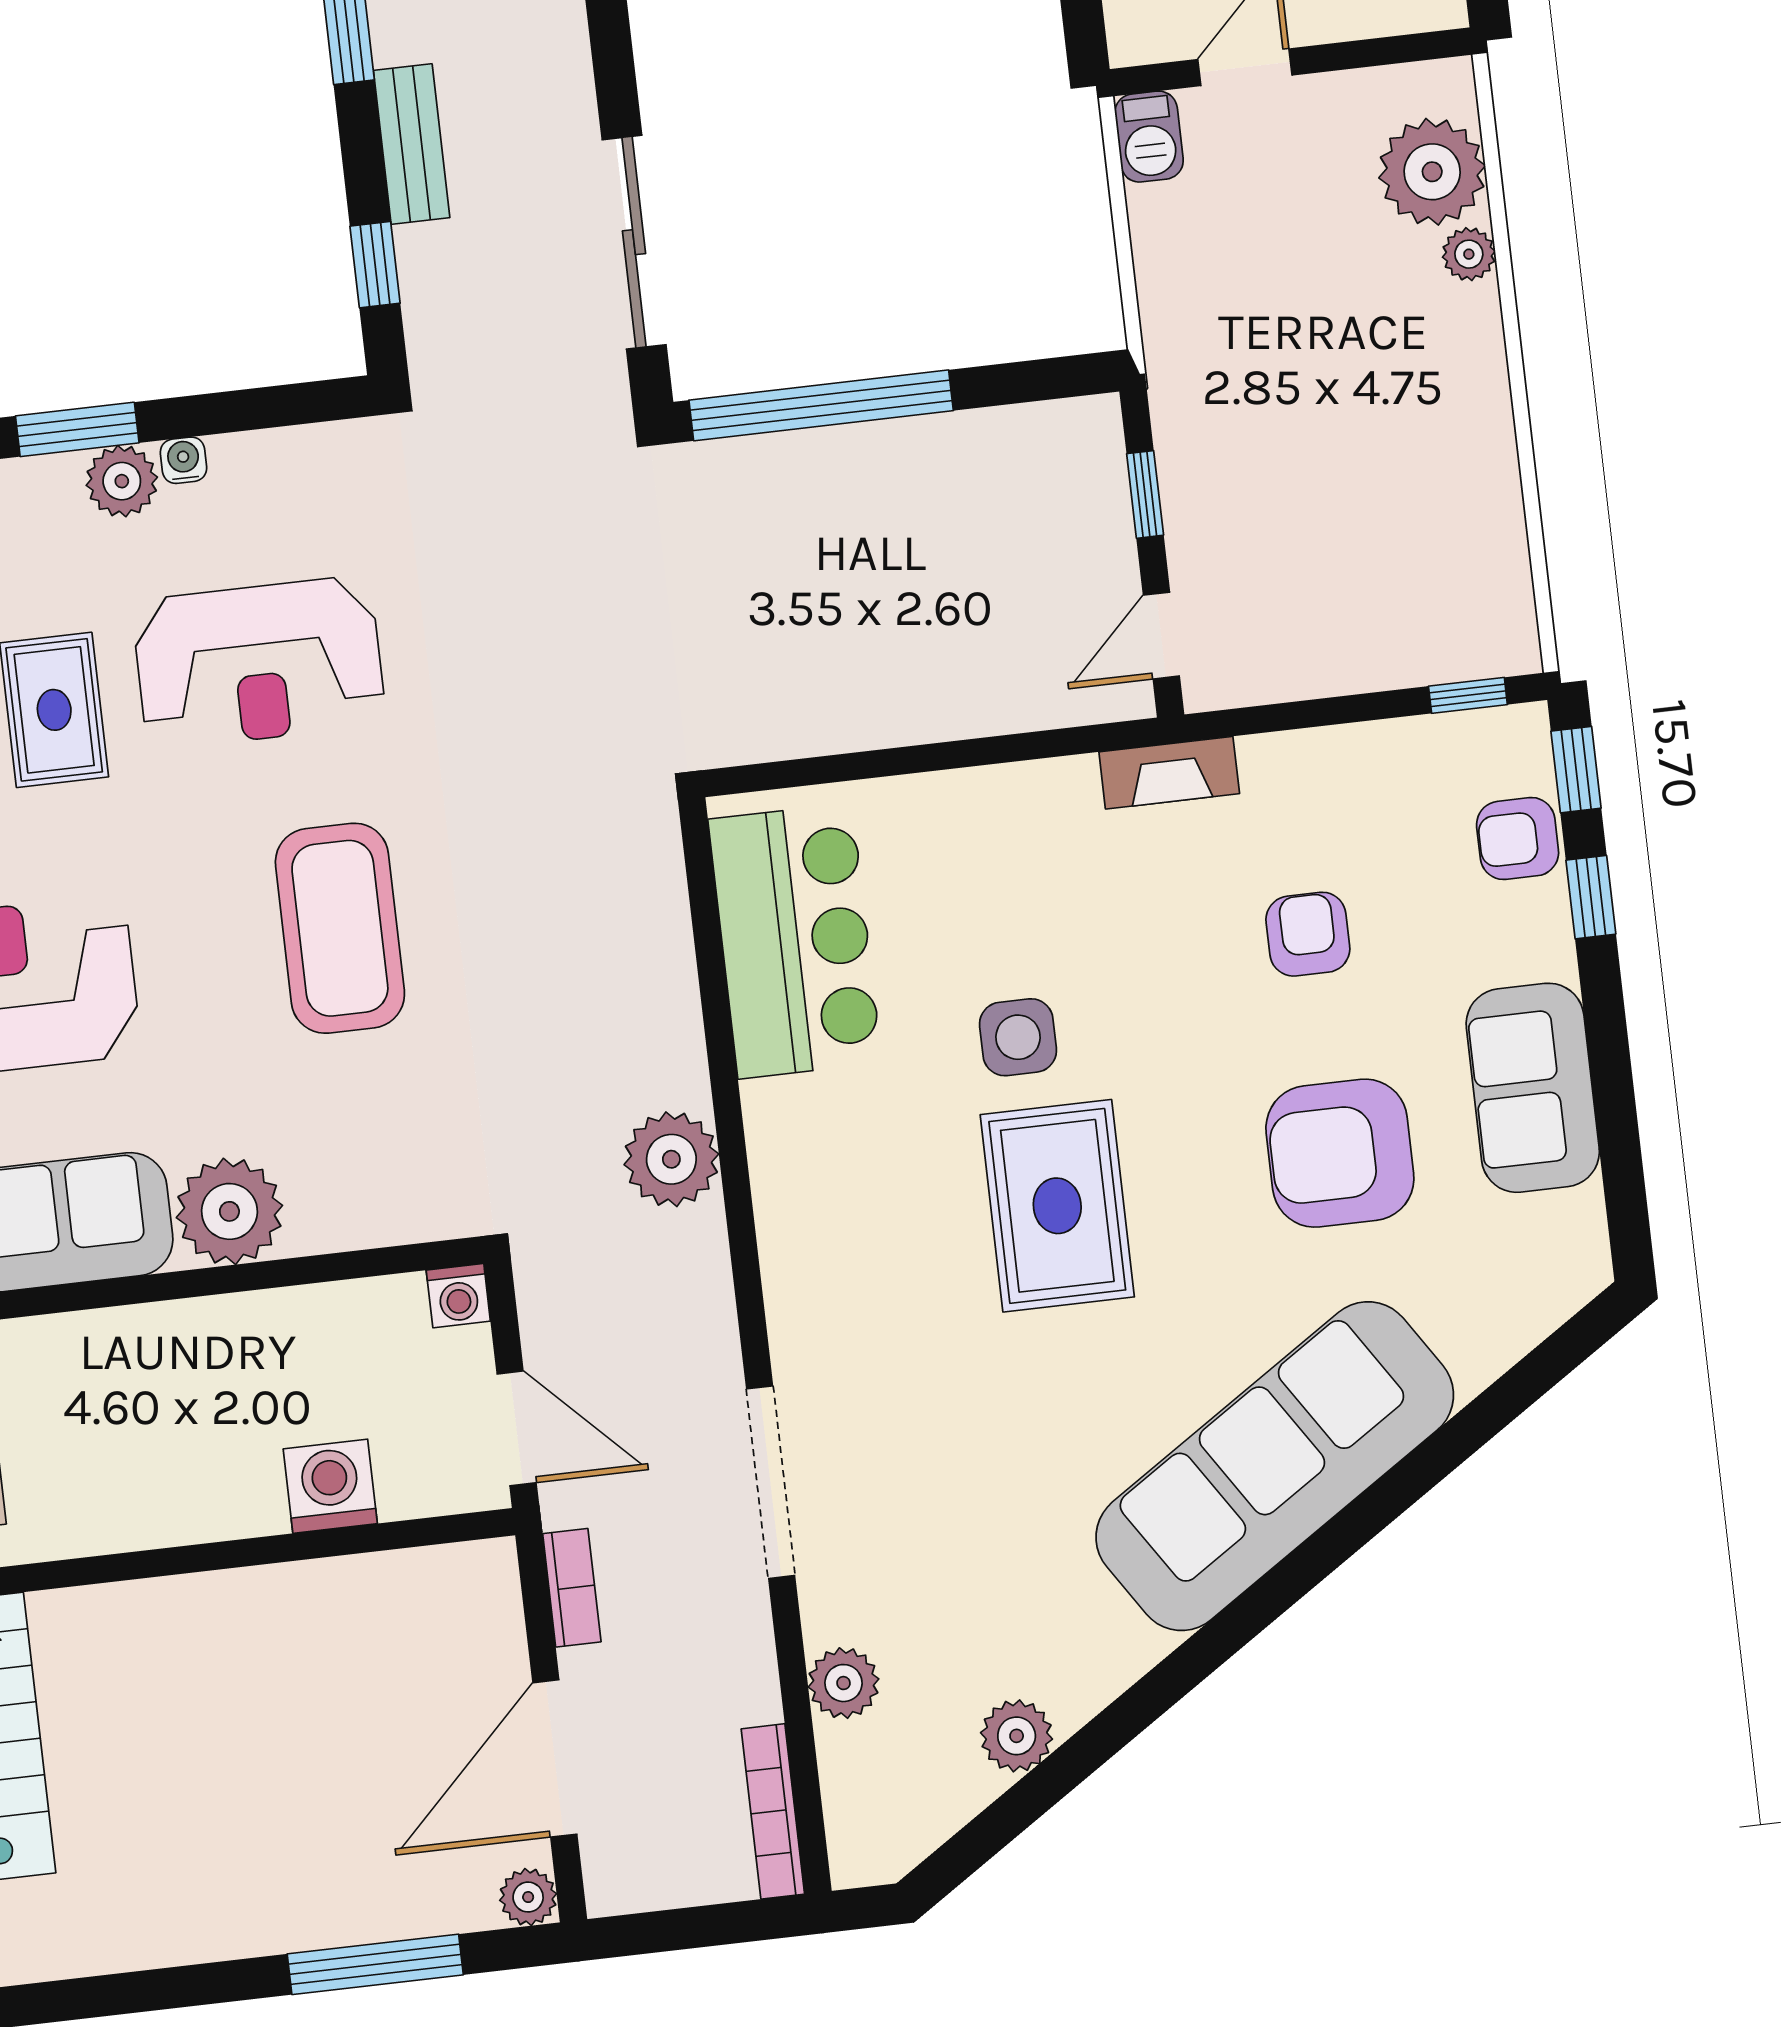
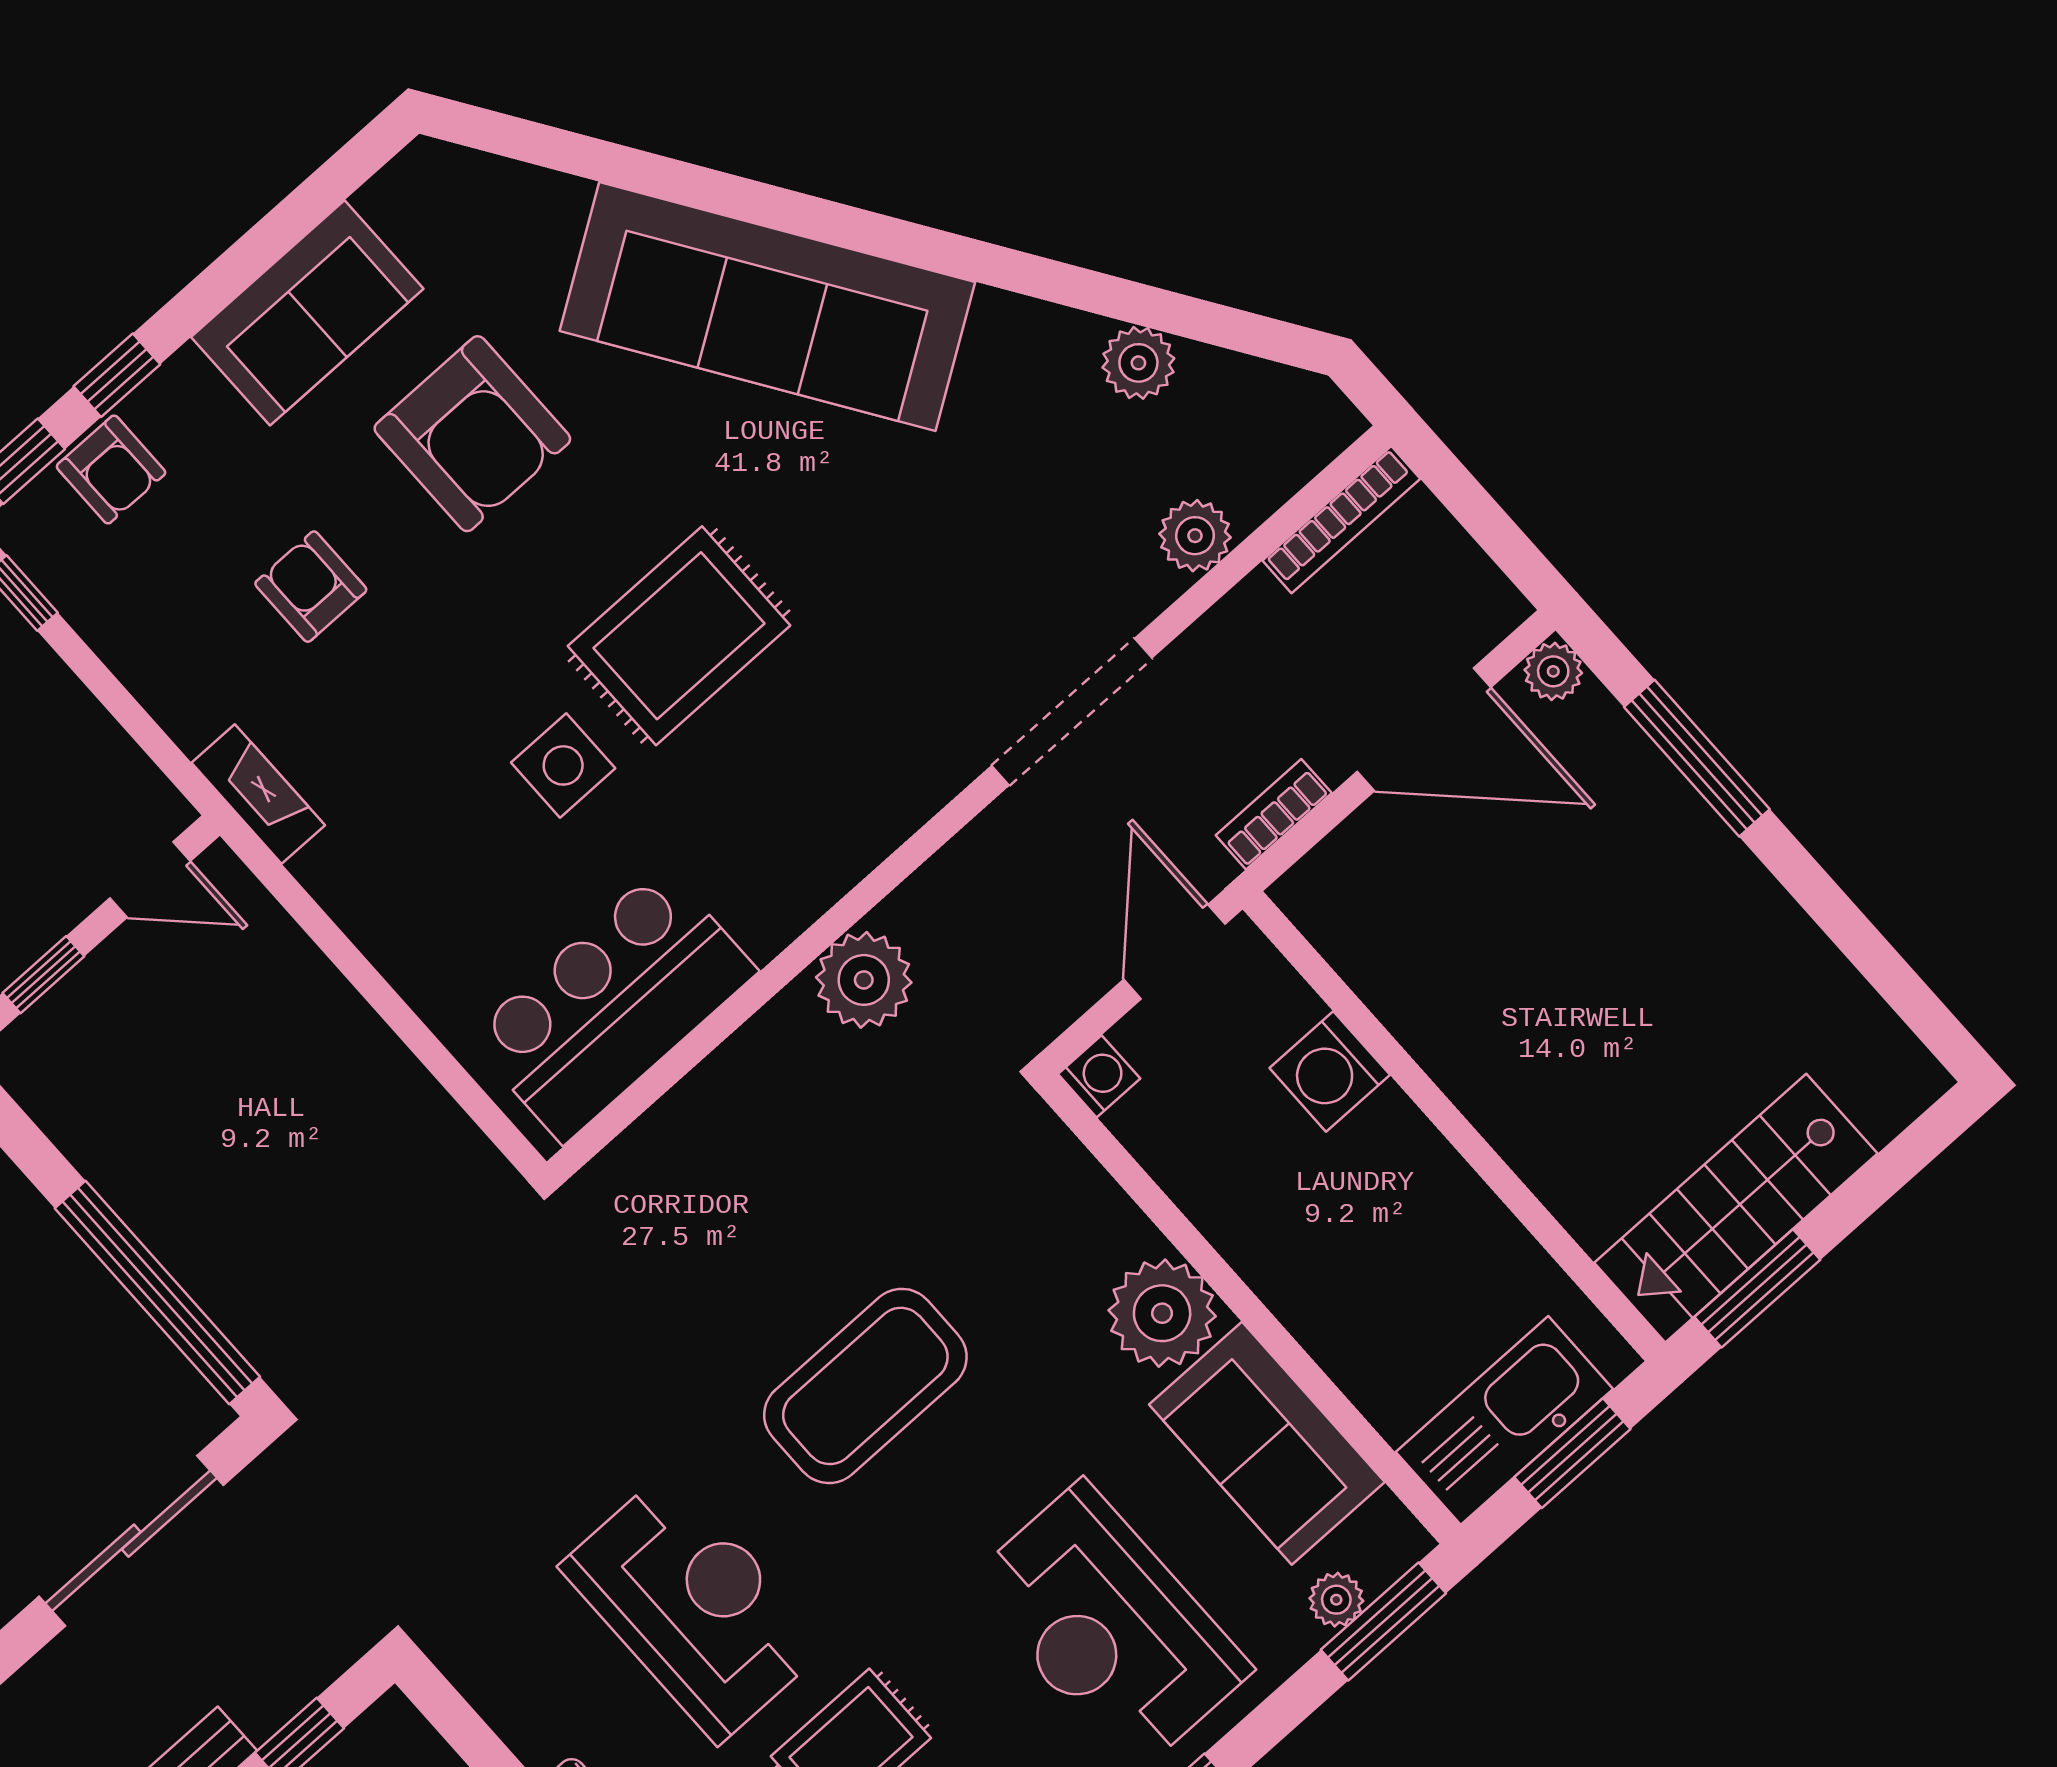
armchair: (1308, 934) -> (311, 587), turned 90

